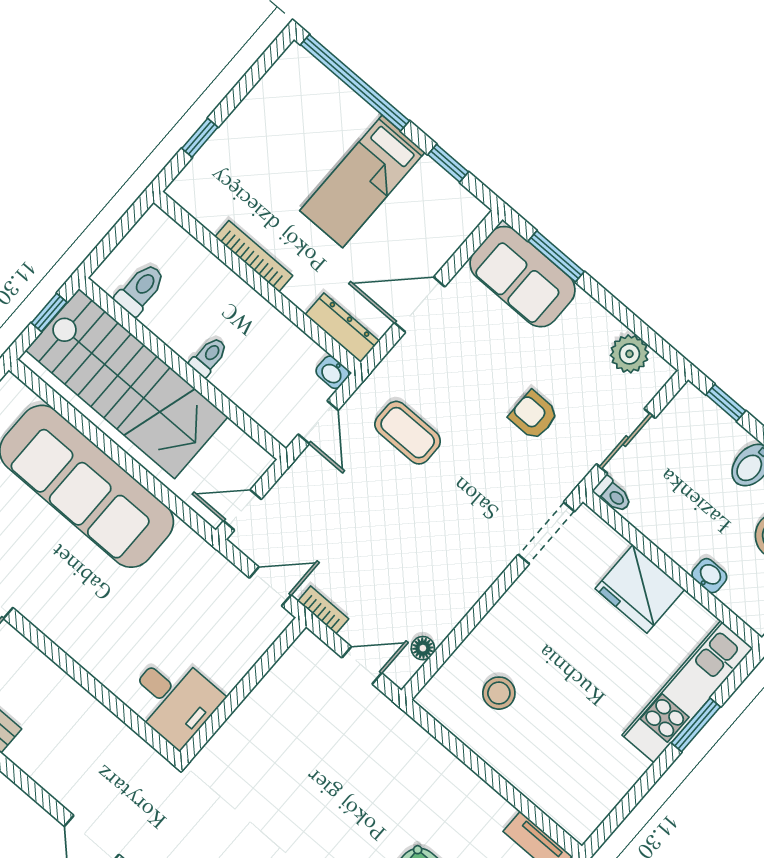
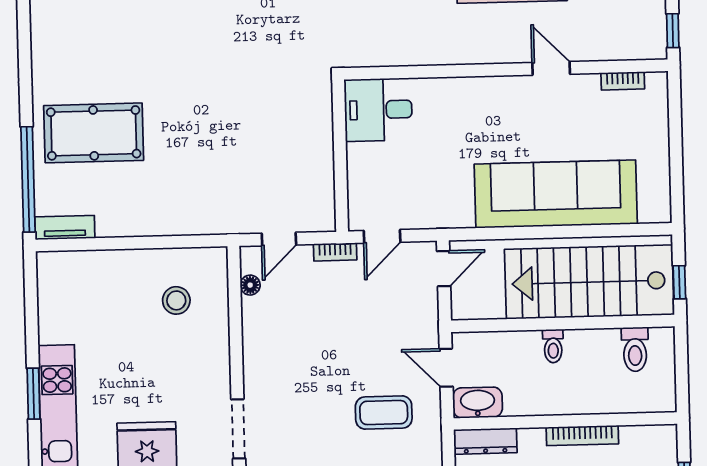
washbasin: (332, 372) -> (478, 402), width x1.91, depth x1.45

